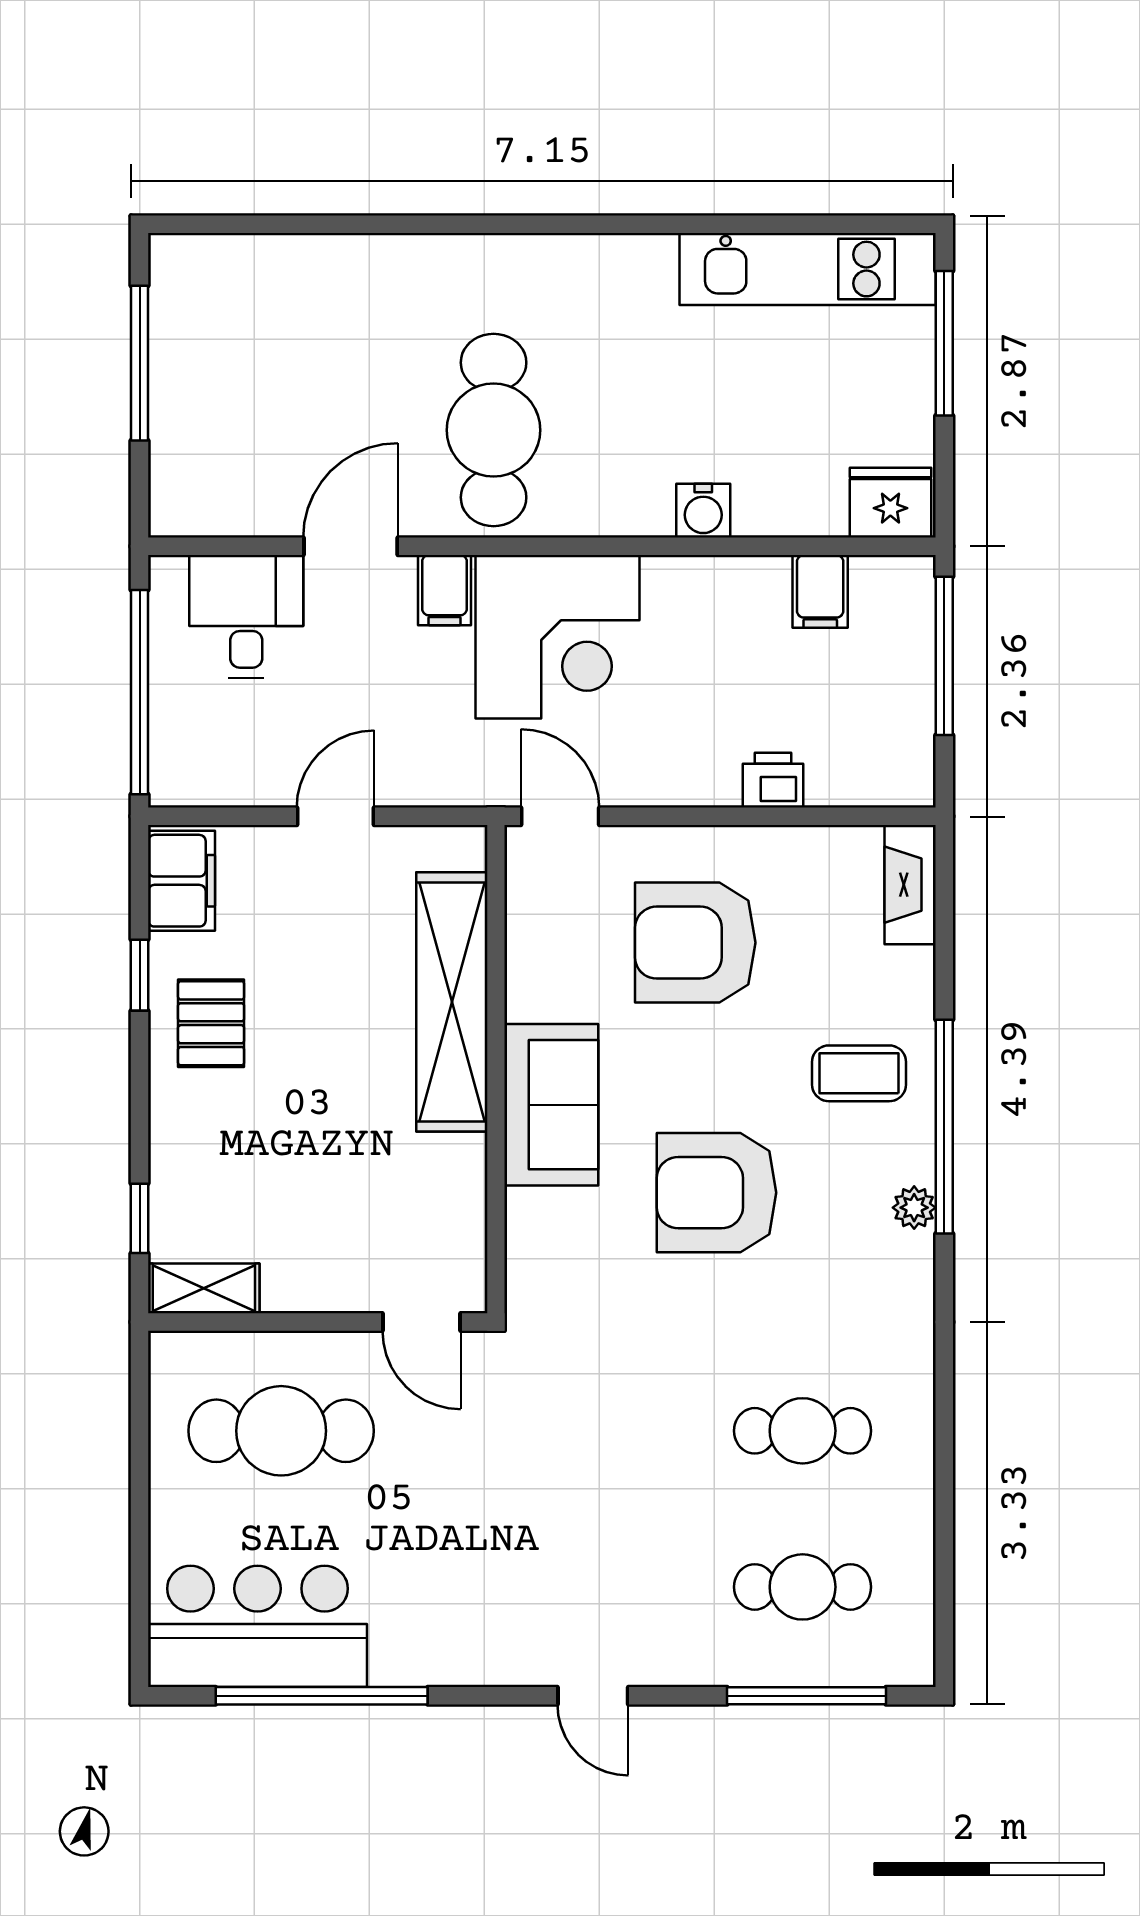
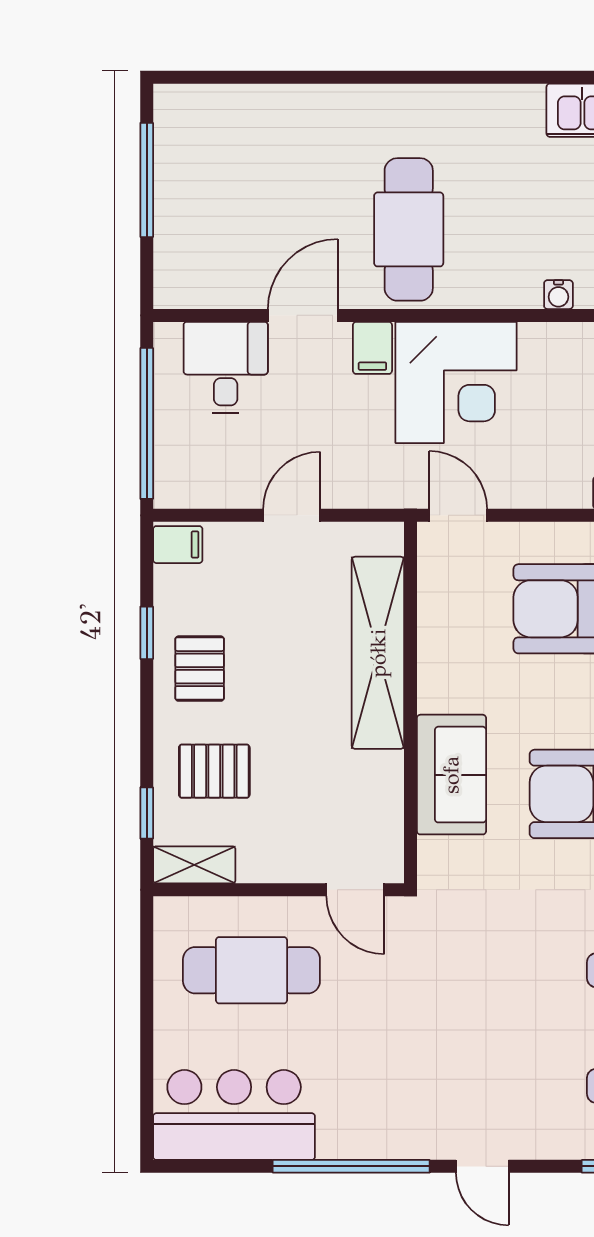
water cooler: (703, 511) -> (558, 295), width x0.72, depth x0.72
filing cabinet: (182, 881) -> (178, 545), width x0.50
sofa: (551, 1105) -> (451, 775), moved
pallet: (231, 1162) -> (214, 771), added
window: (322, 1696) -> (351, 1166), moved

